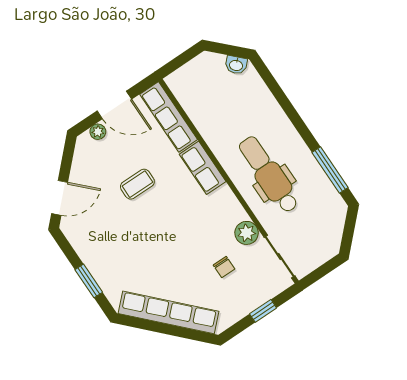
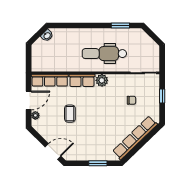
window: (330, 170) -> (120, 25), width x0.69
door: (60, 198) -> (53, 152), hinge flipped
plant: (247, 233) -> (102, 80), moved

